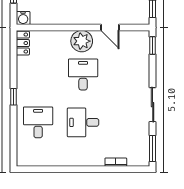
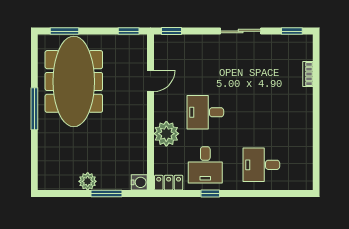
plant: (82, 41) -> (166, 134), moved
window: (14, 97) -> (210, 193), moved
desk: (83, 122) -> (205, 165), moved
window: (153, 148) -> (292, 31), width x0.67

